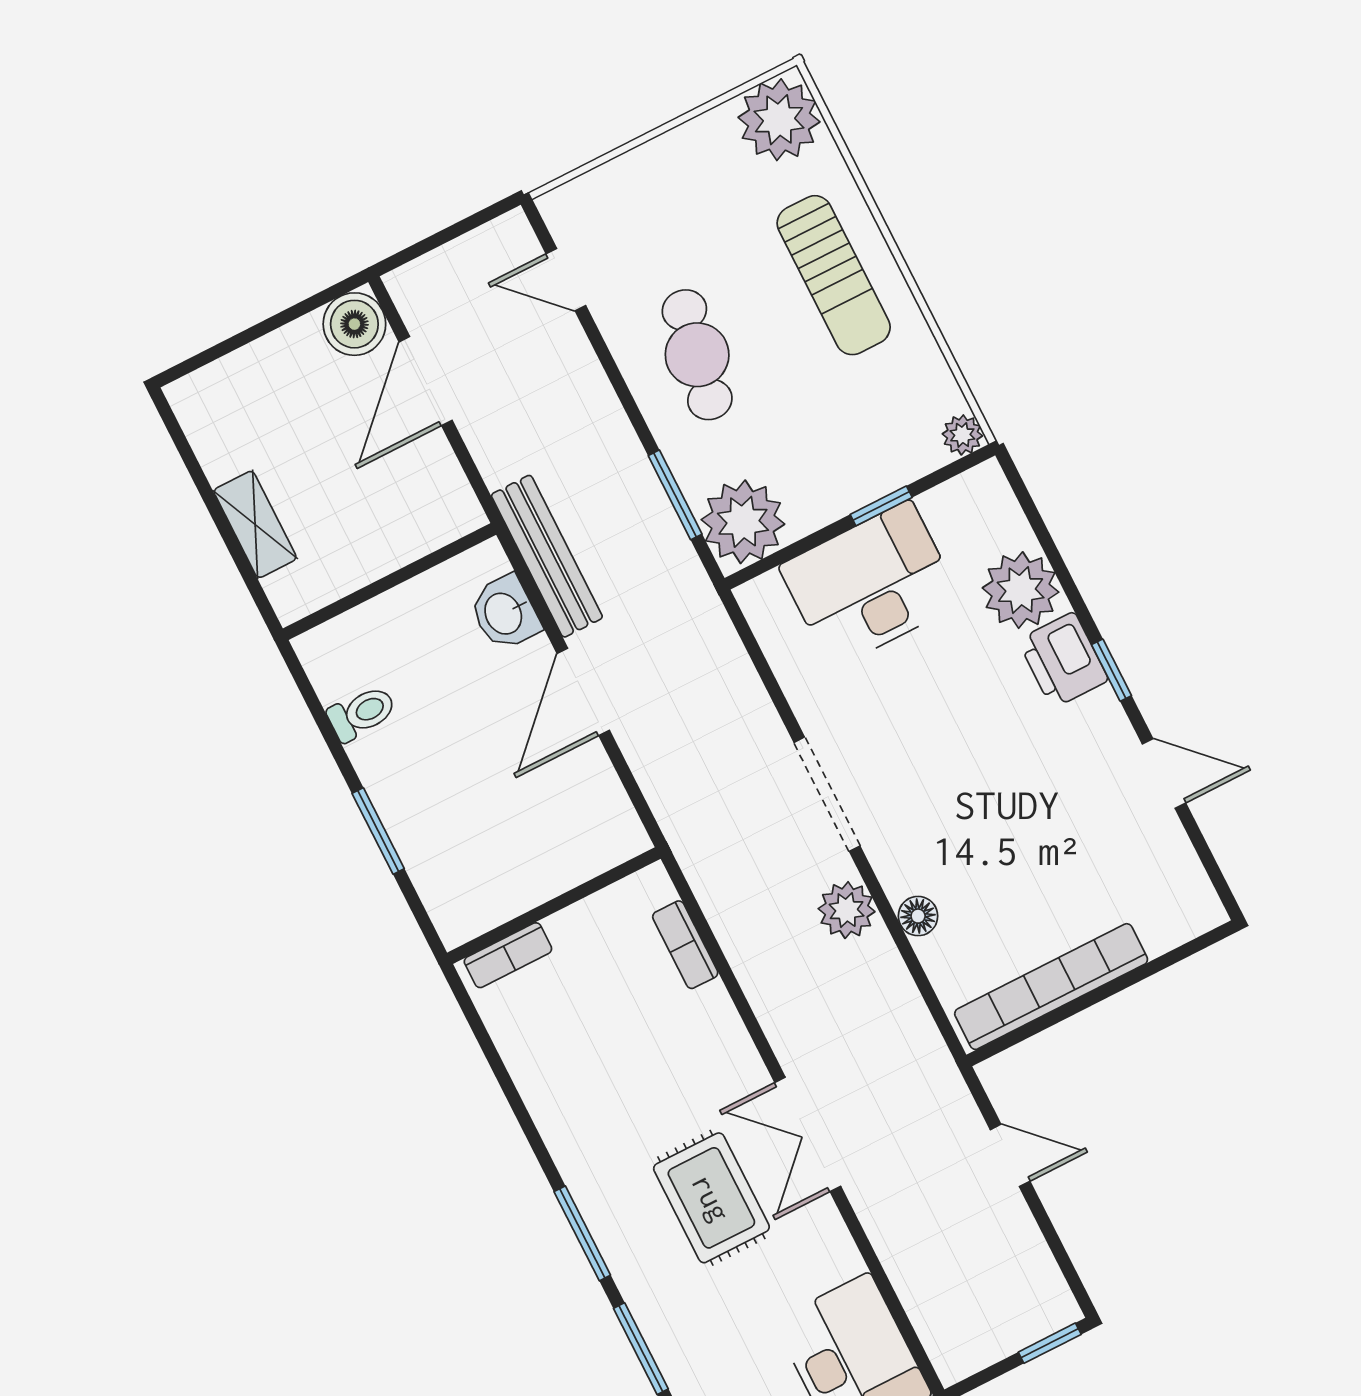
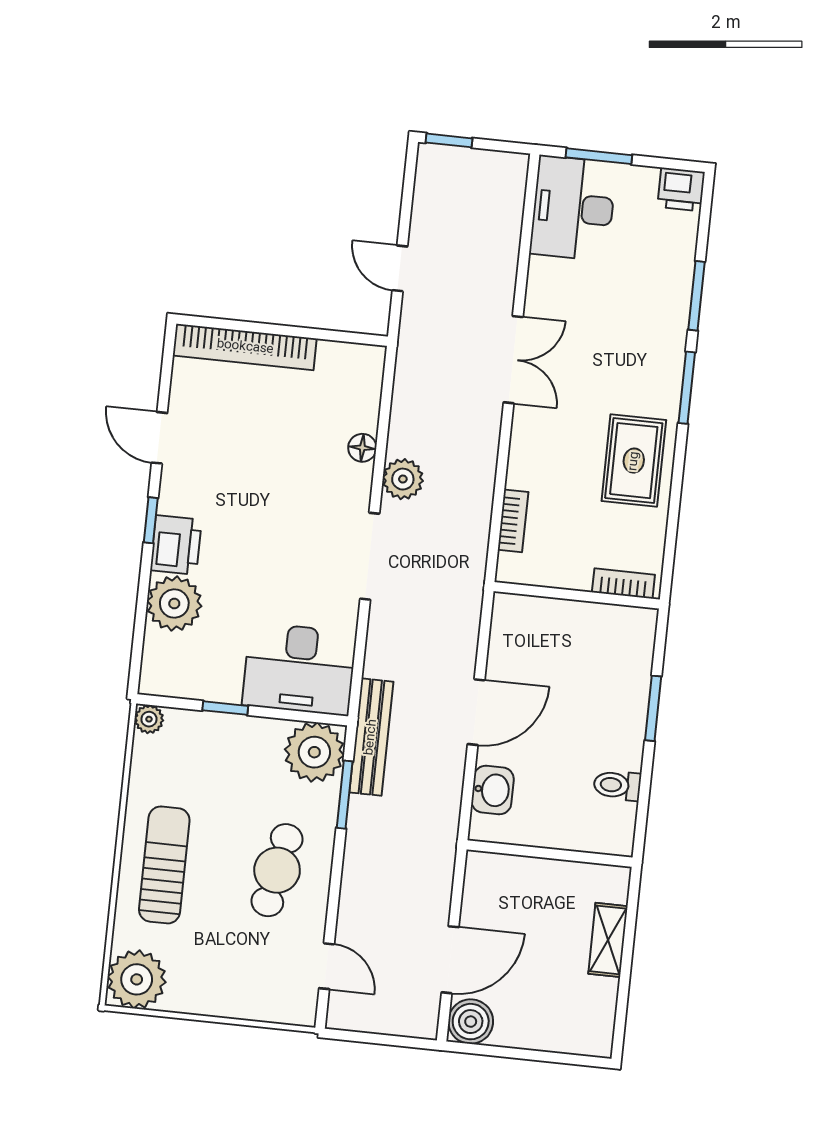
bench: (547, 556) -> (371, 737), moved
desk: (871, 585) -> (299, 669), moved
bookcase: (1051, 987) -> (245, 347), moved
rug: (711, 1198) -> (634, 461), moved

